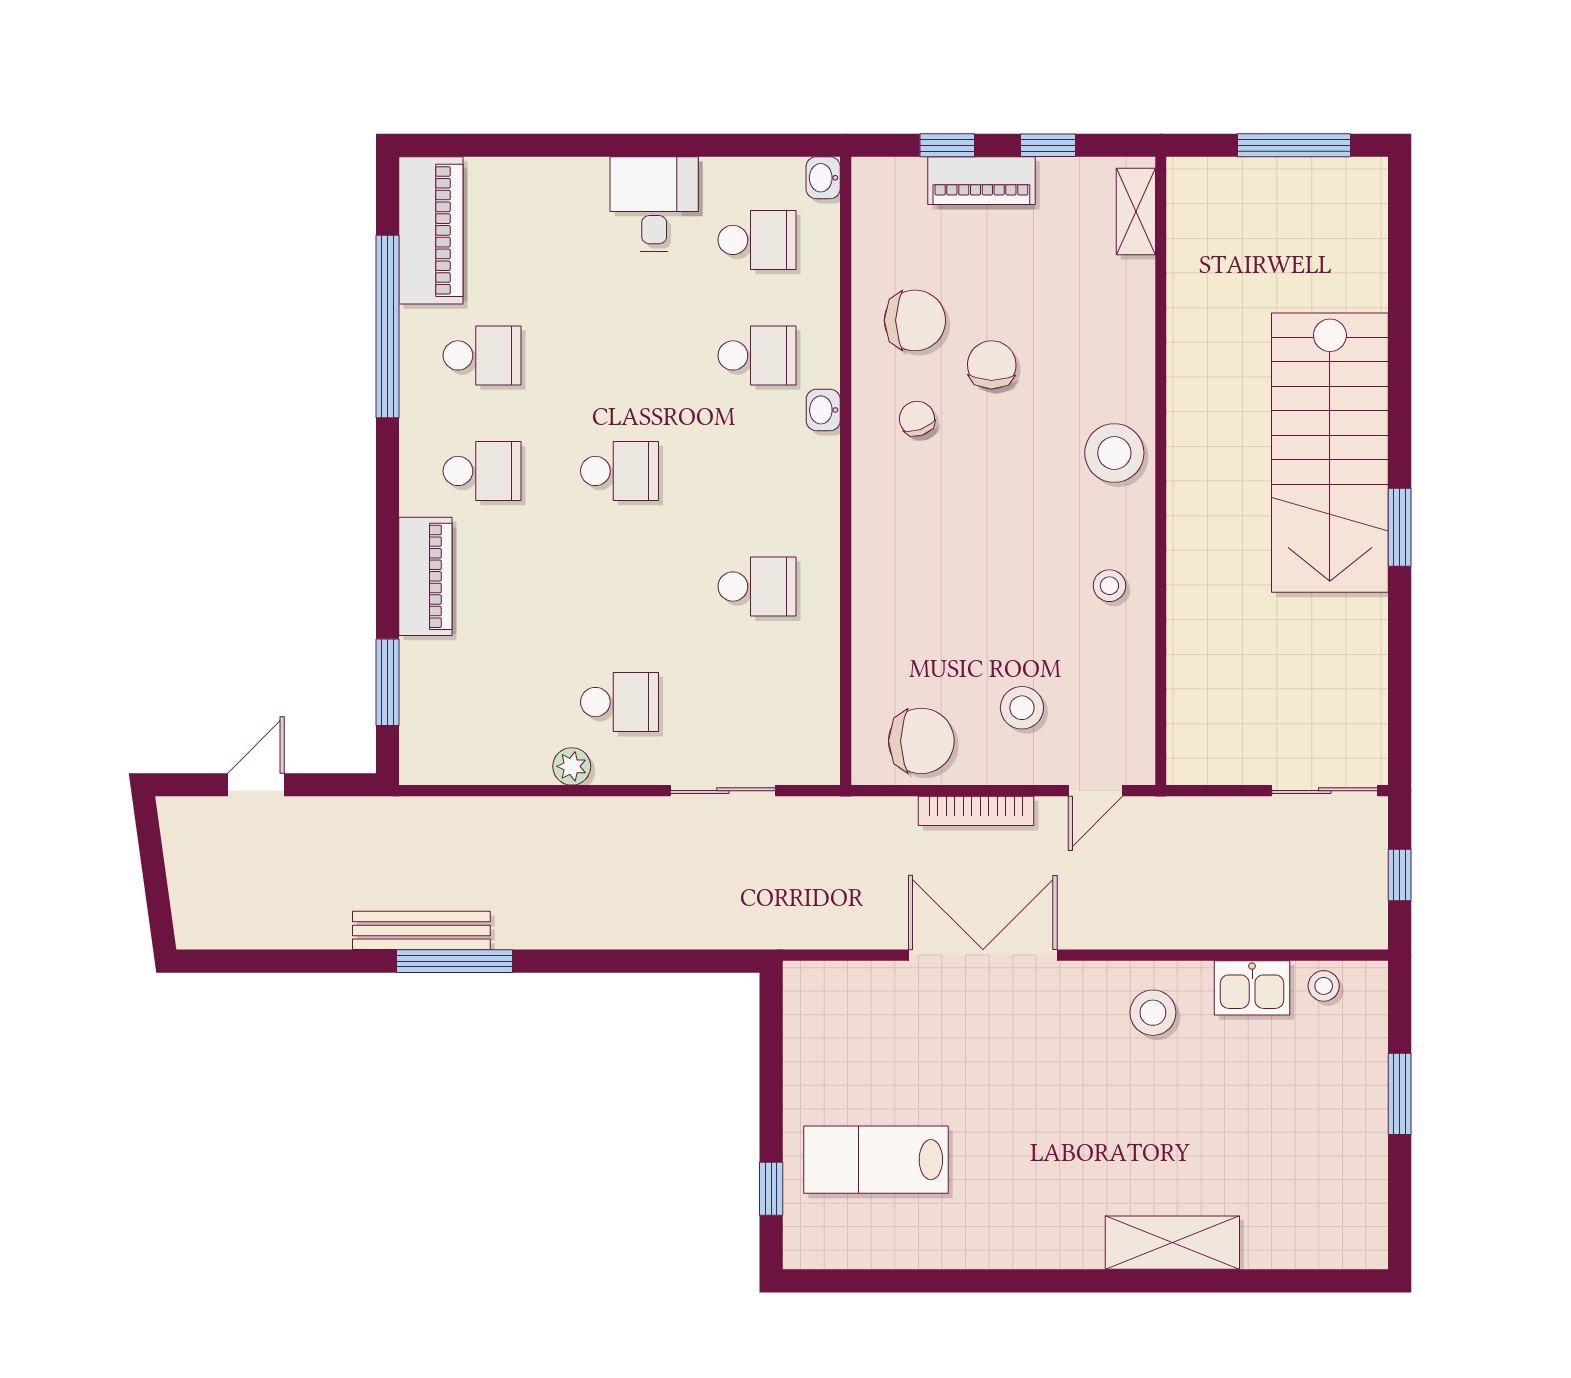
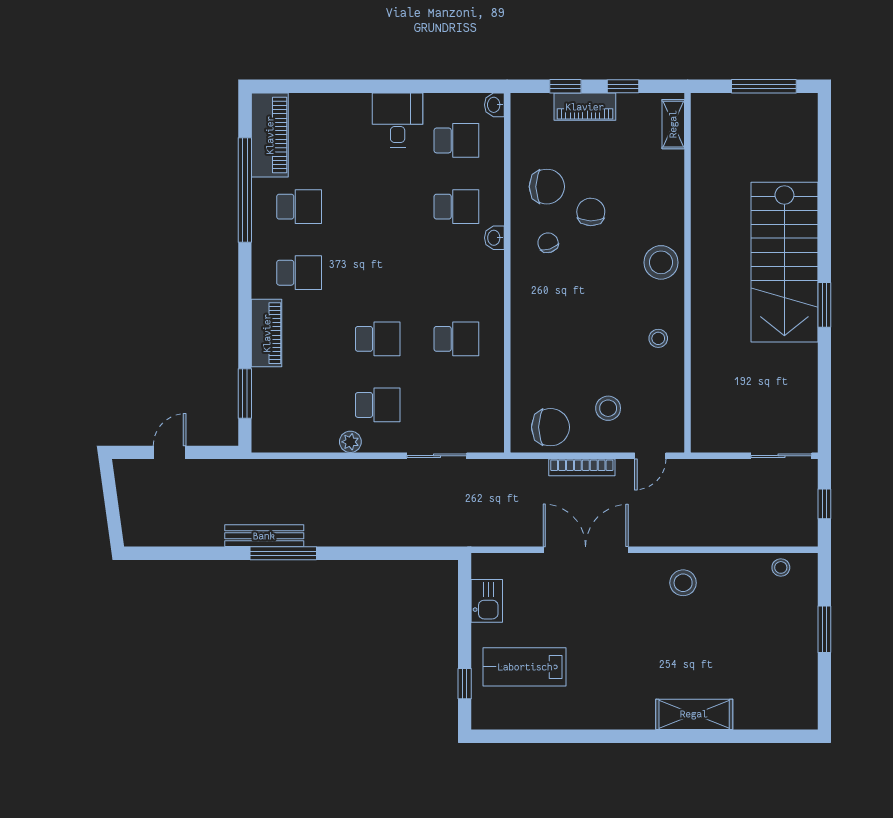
school desk: (619, 471) -> (378, 339), moved
kitchen sink: (1252, 988) -> (487, 601), moved, turned -90

